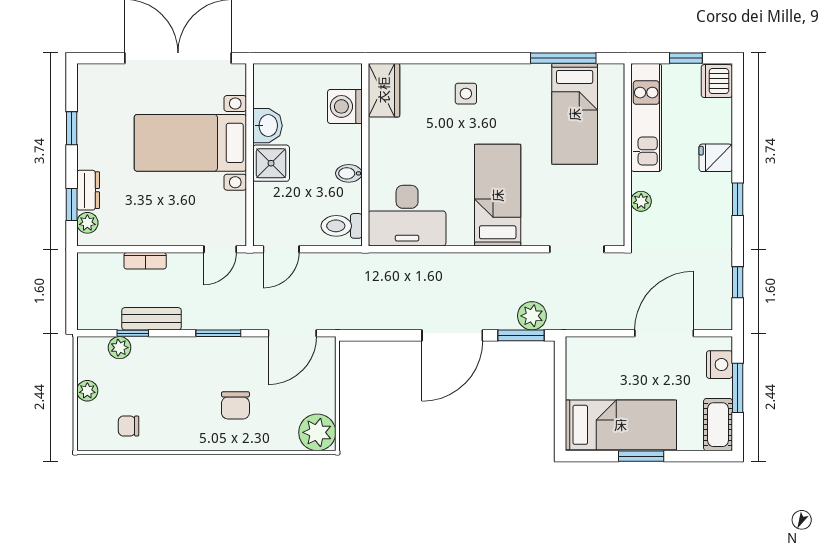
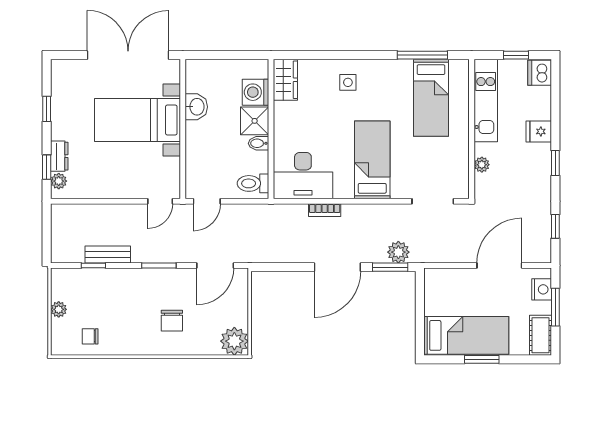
shower: (271, 163) -> (255, 121), moved
bookcase: (145, 261) -> (325, 210), moved
plant: (120, 348) -> (83, 276), removed

